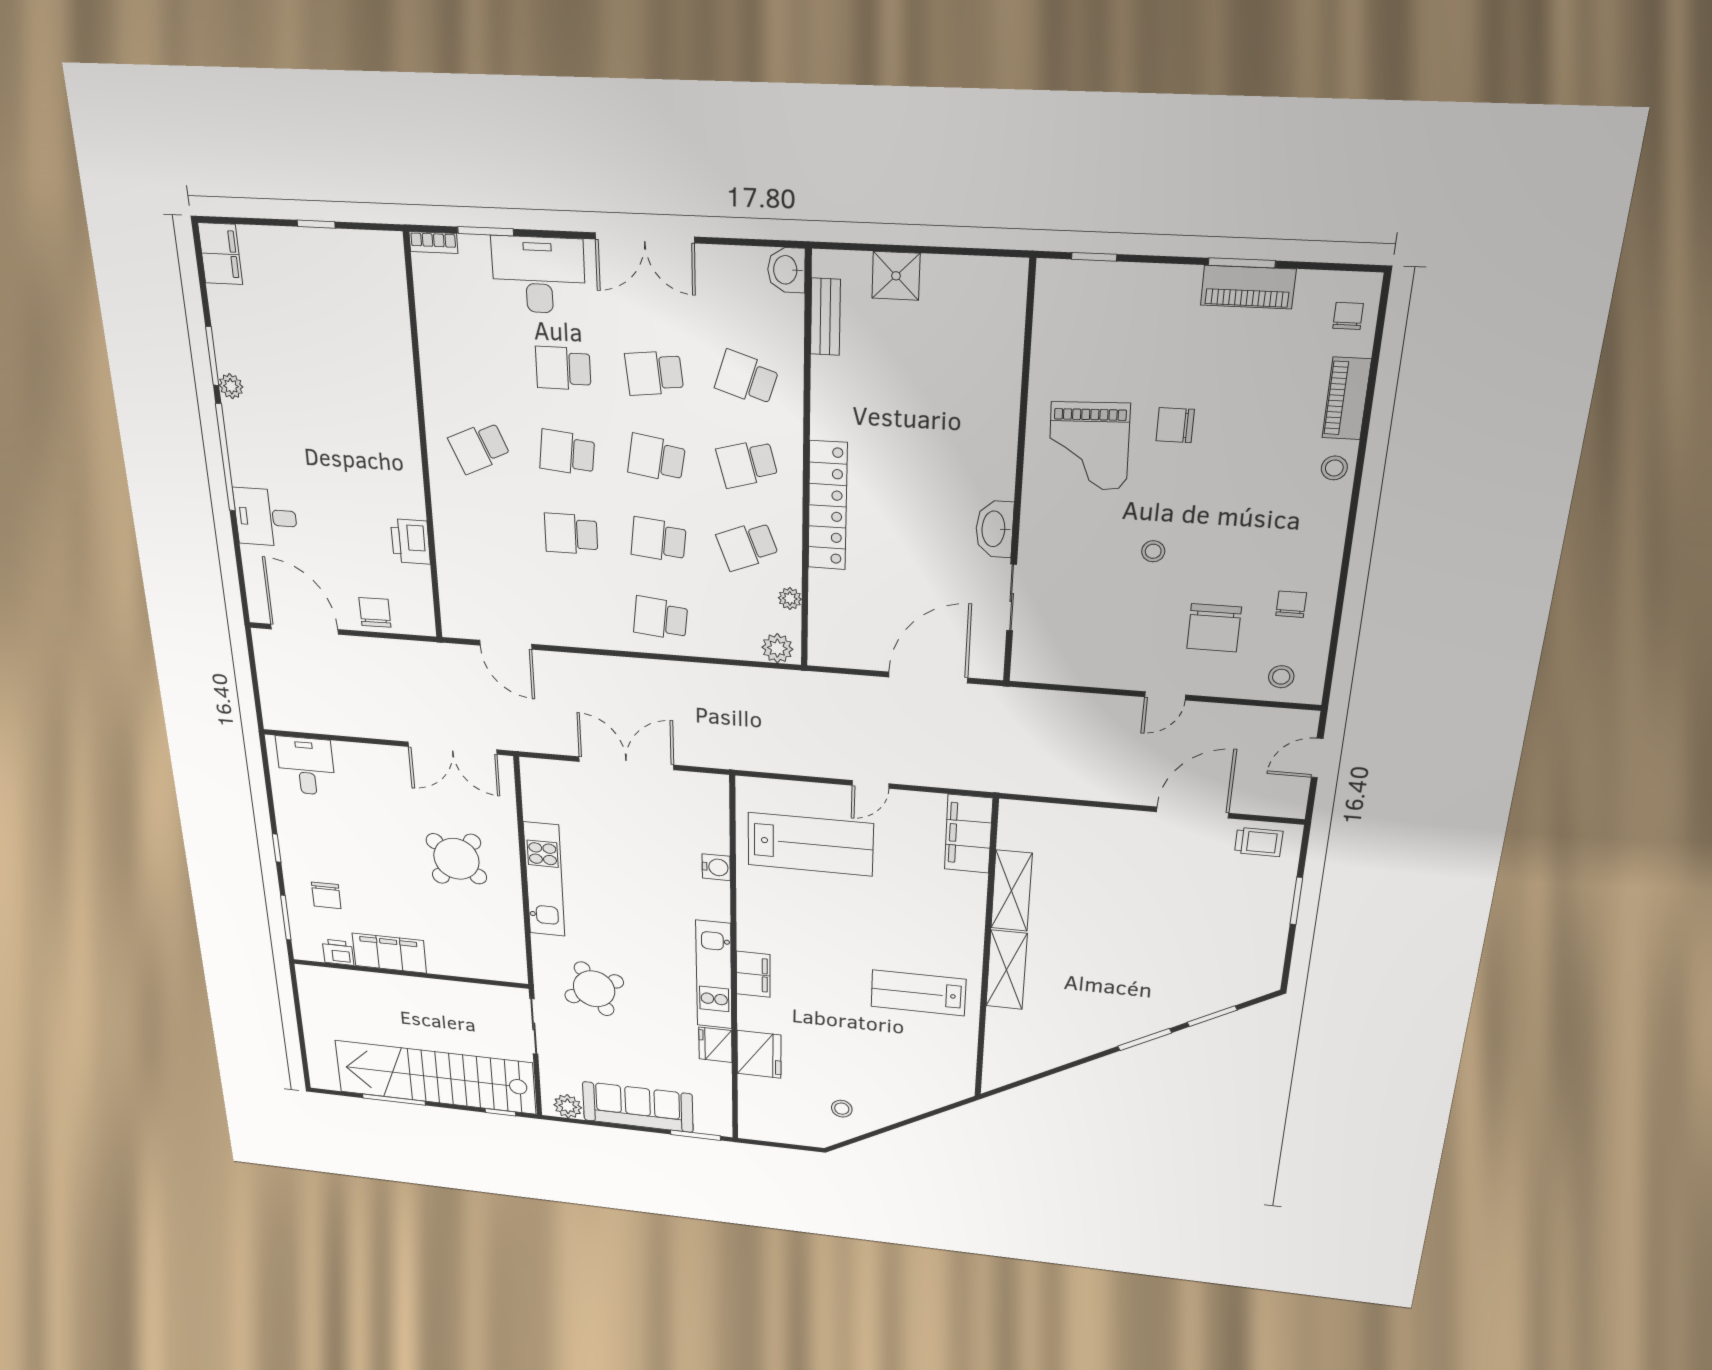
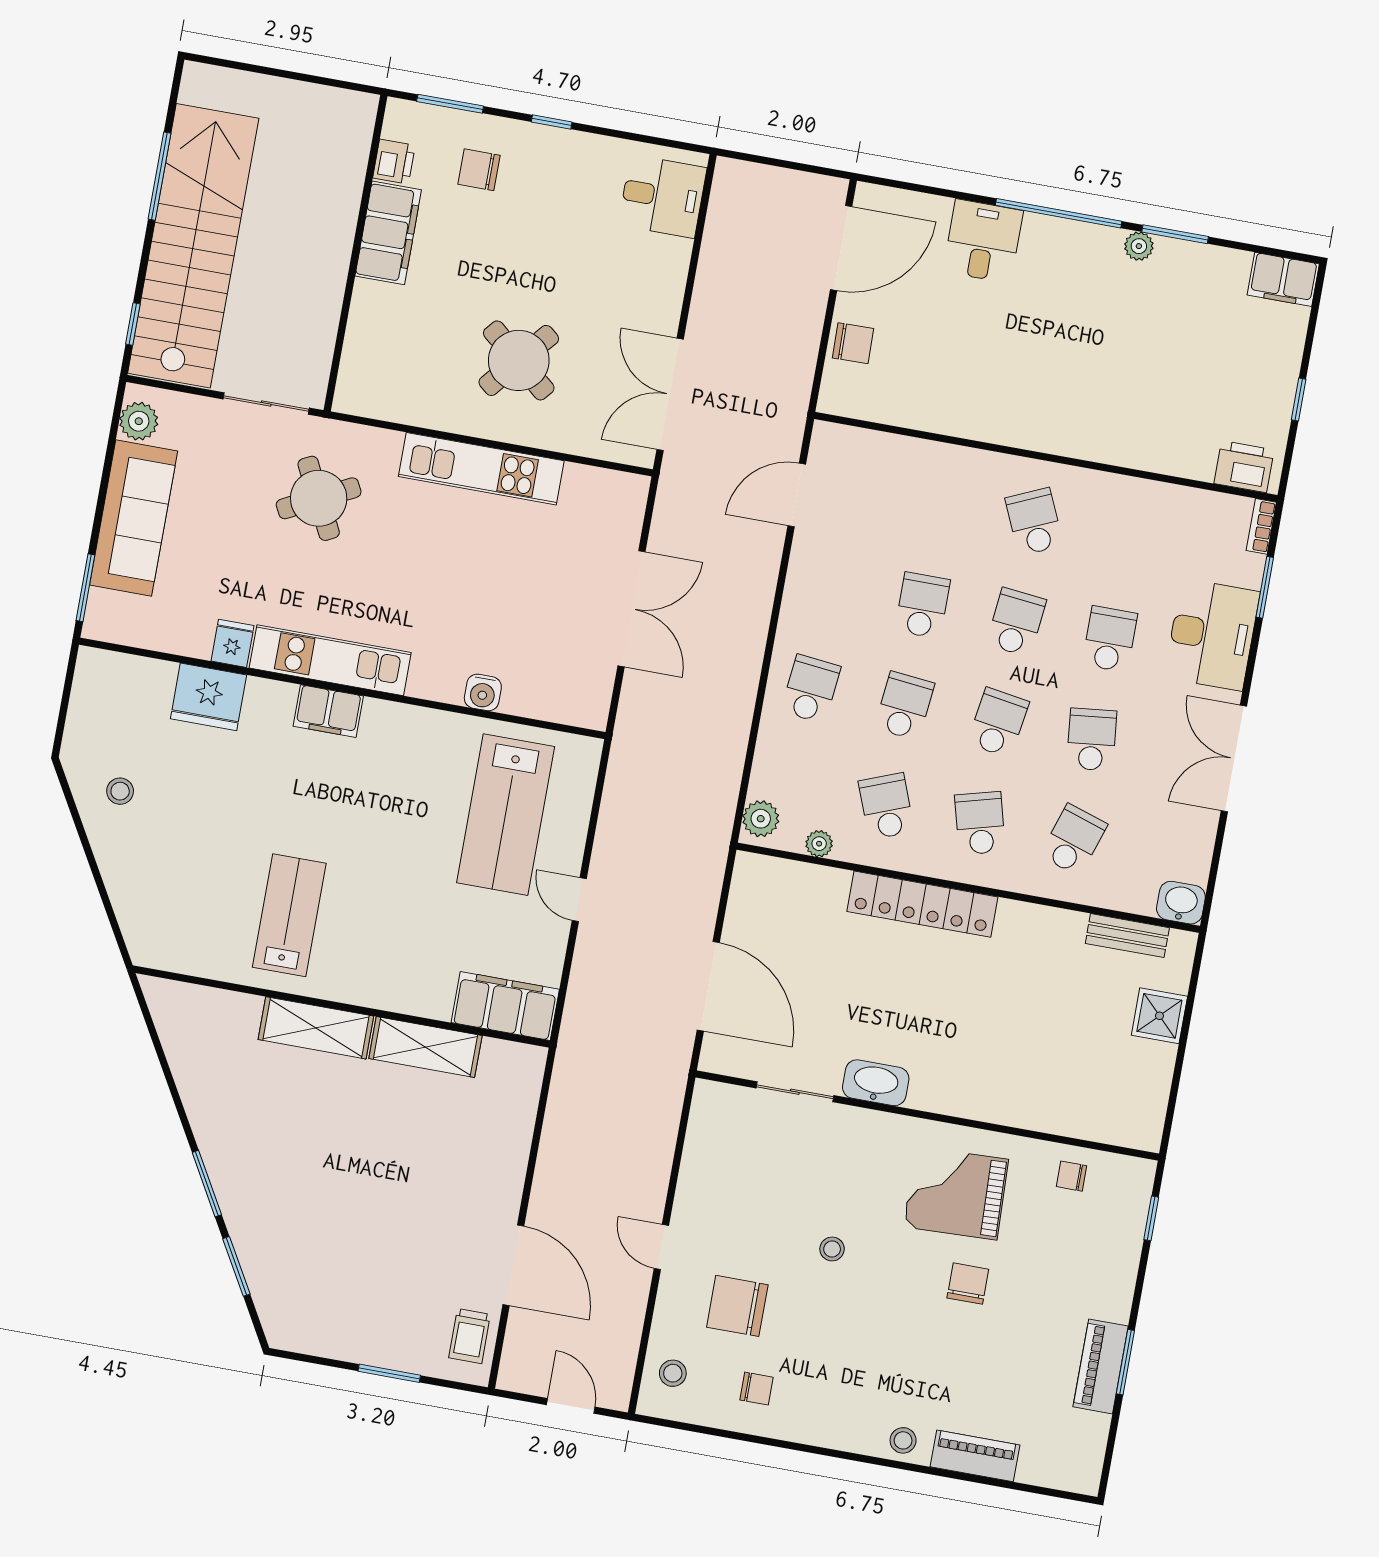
chair: (1348, 316) -> (1072, 1176), moved, turned 180
printer: (410, 542) -> (1244, 467), moved
fridge: (715, 1045) -> (233, 643), width x0.72

